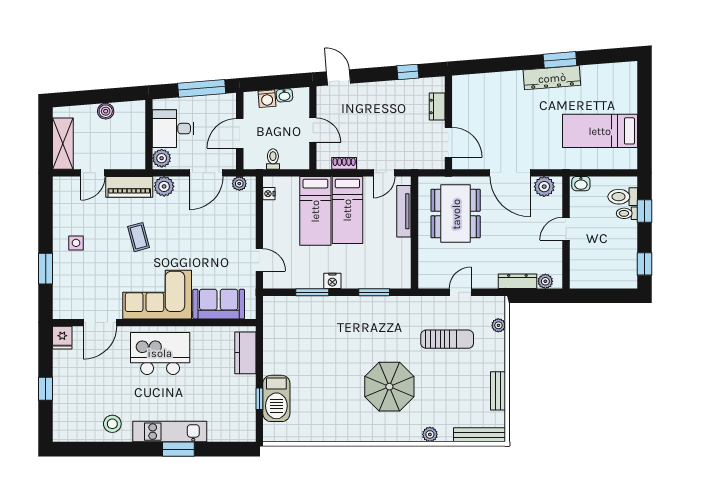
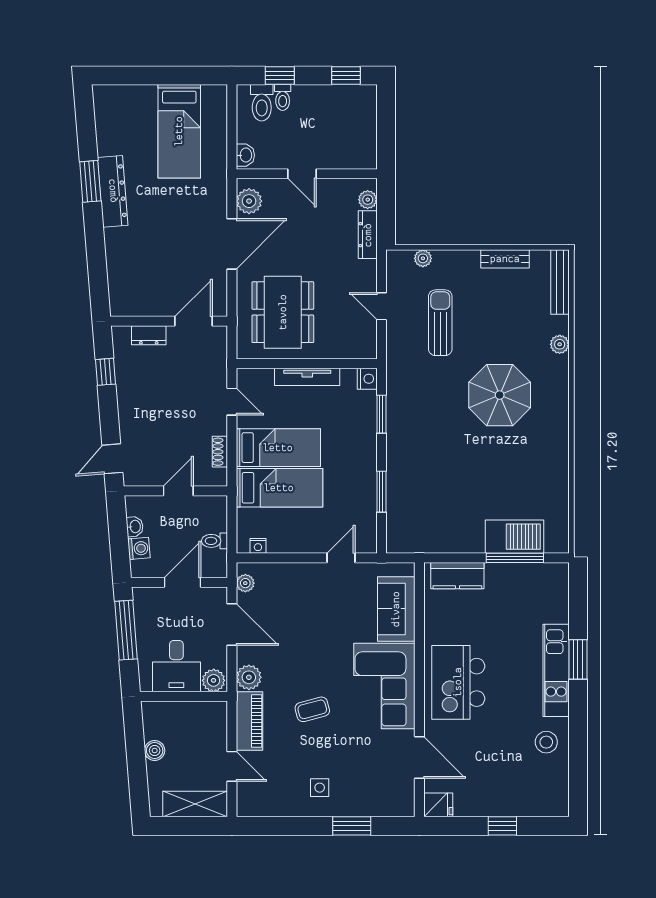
door: (240, 133) -> (182, 582), swing flipped
tv unit: (404, 211) -> (307, 377), moved
dining table: (456, 214) -> (283, 312), turned 90
nightstand: (332, 281) -> (367, 379), moved
window: (259, 399) -> (515, 558), width x2.17

